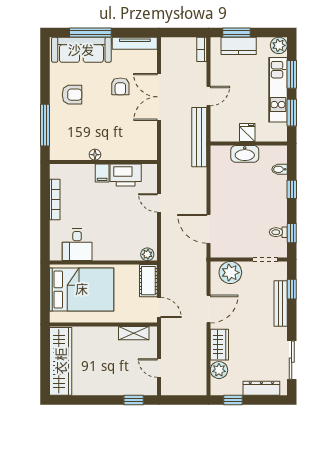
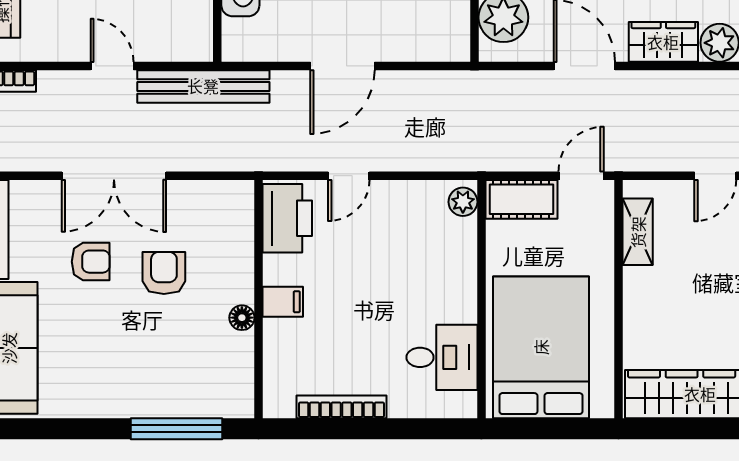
armchair: (72, 95) -> (164, 273), moved
printer: (126, 175) -> (287, 218), moved
door: (209, 229) -> (342, 66), moved

